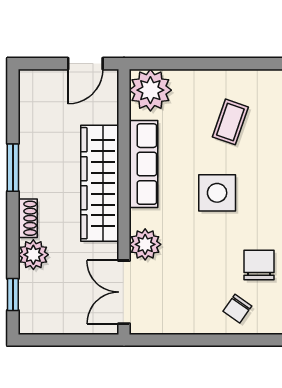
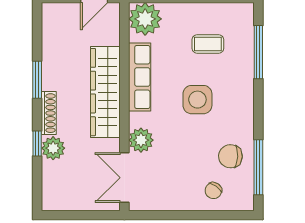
coffee table: (230, 122) -> (208, 44), turned 71
shoe rack: (28, 218) -> (49, 113), width x1.43
chair: (259, 265) -> (230, 156), turned -87
window: (13, 294) -> (37, 144), moved

